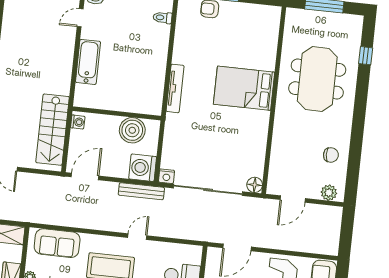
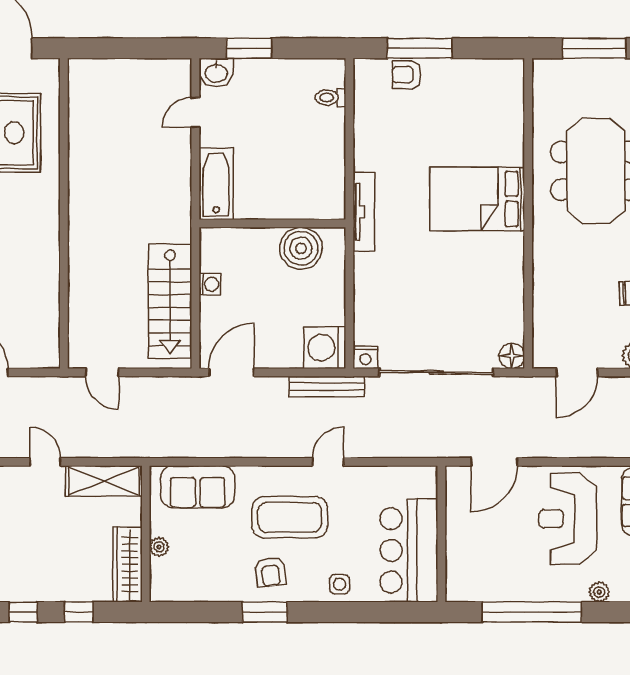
wall: (117, 113) -> (272, 223), moved
boiler: (132, 130) -> (301, 248), moved

